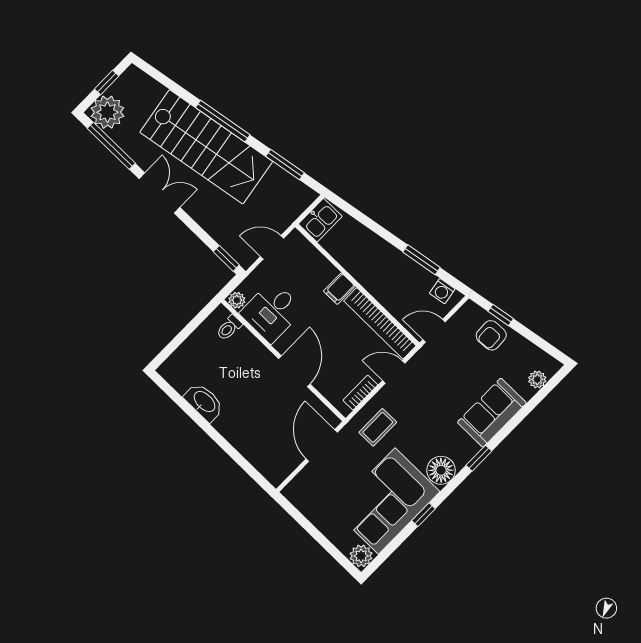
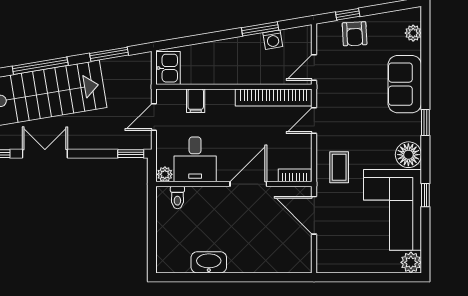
filing cabinet: (339, 289) -> (196, 101), moved
washing machine: (442, 291) -> (273, 40), moved
door: (294, 371) -> (248, 184), hinge flipped
bookcase: (360, 393) -> (295, 175), moved, turned 90

